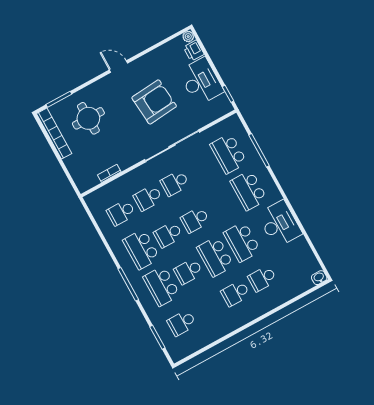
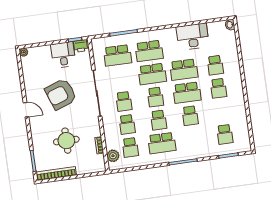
printer: (194, 51) -> (81, 46), moved
door: (119, 67) -> (26, 110), swing flipped
desk: (201, 81) -> (63, 55), width x0.73
armchair: (154, 102) -> (61, 94), turned -105
round table: (88, 118) -> (66, 141), moved
plant: (103, 195) -> (113, 156), added
desk: (280, 224) -> (193, 37), moved
school desk: (162, 286) -> (152, 74), moved

